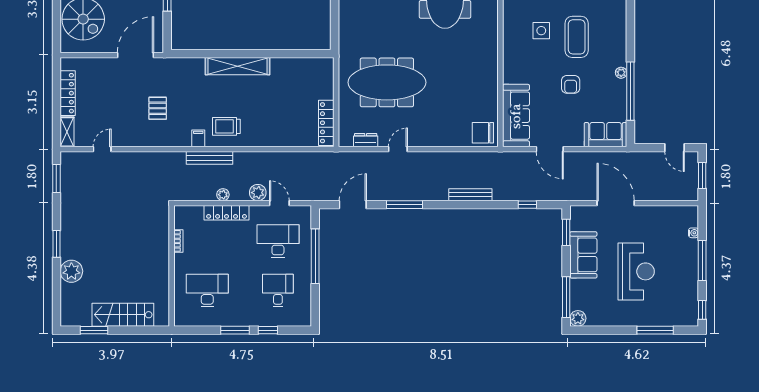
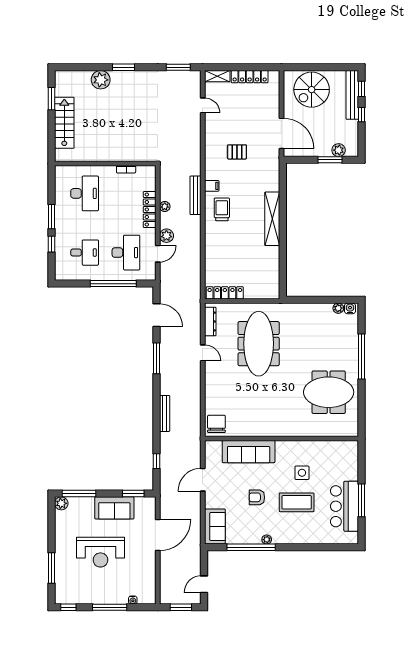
sofa: (516, 116) -> (249, 452), moved
dresser: (366, 140) -> (210, 322), width x1.44

